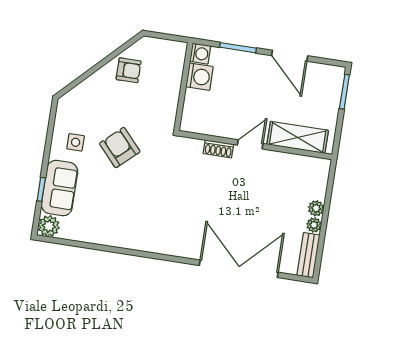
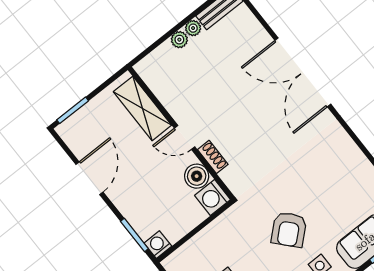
window: (238, 48) -> (134, 235), moved
washing machine: (200, 77) -> (213, 198), moved, turned -90
boiler: (217, 125) -> (197, 176), added
double door: (239, 269) -> (303, 72), moved

